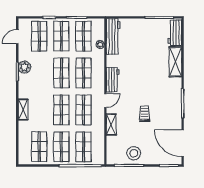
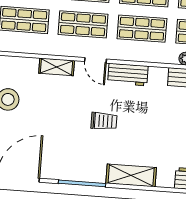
shelving: (175, 62) -> (131, 175), moved
trolley: (145, 114) -> (104, 121), moved

